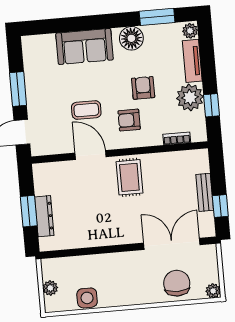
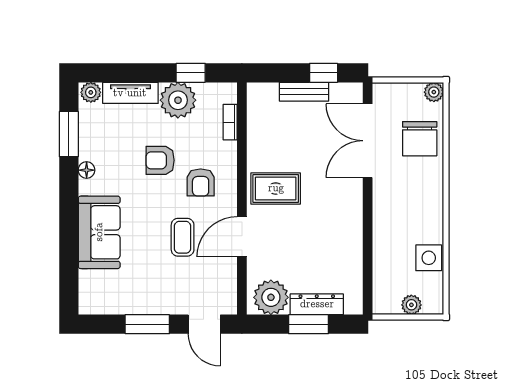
floor lamp: (131, 38) -> (87, 170), width x0.53, depth x0.53
plant: (47, 181) -> (271, 297), added
chair: (177, 283) -> (420, 139), turned -90

